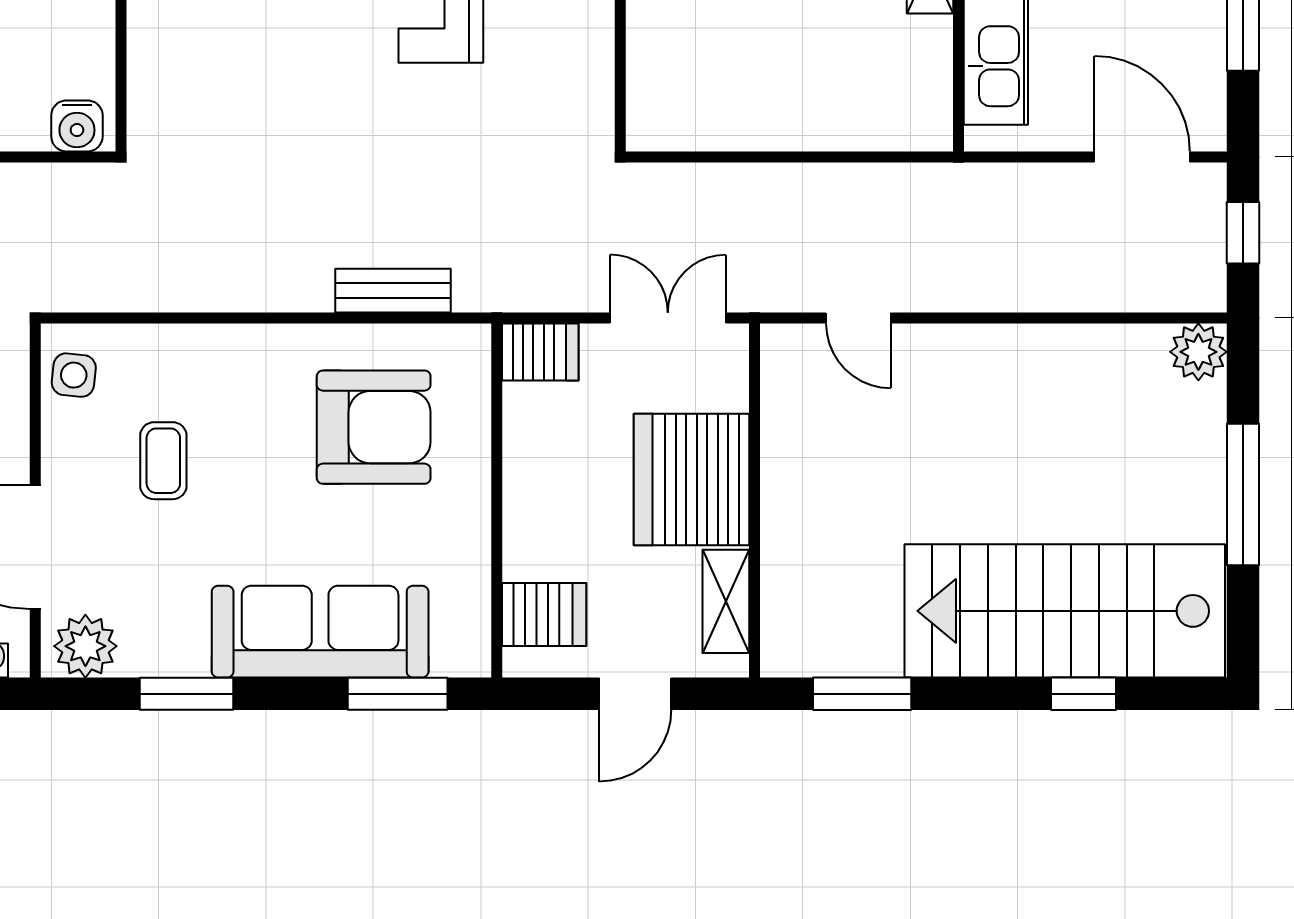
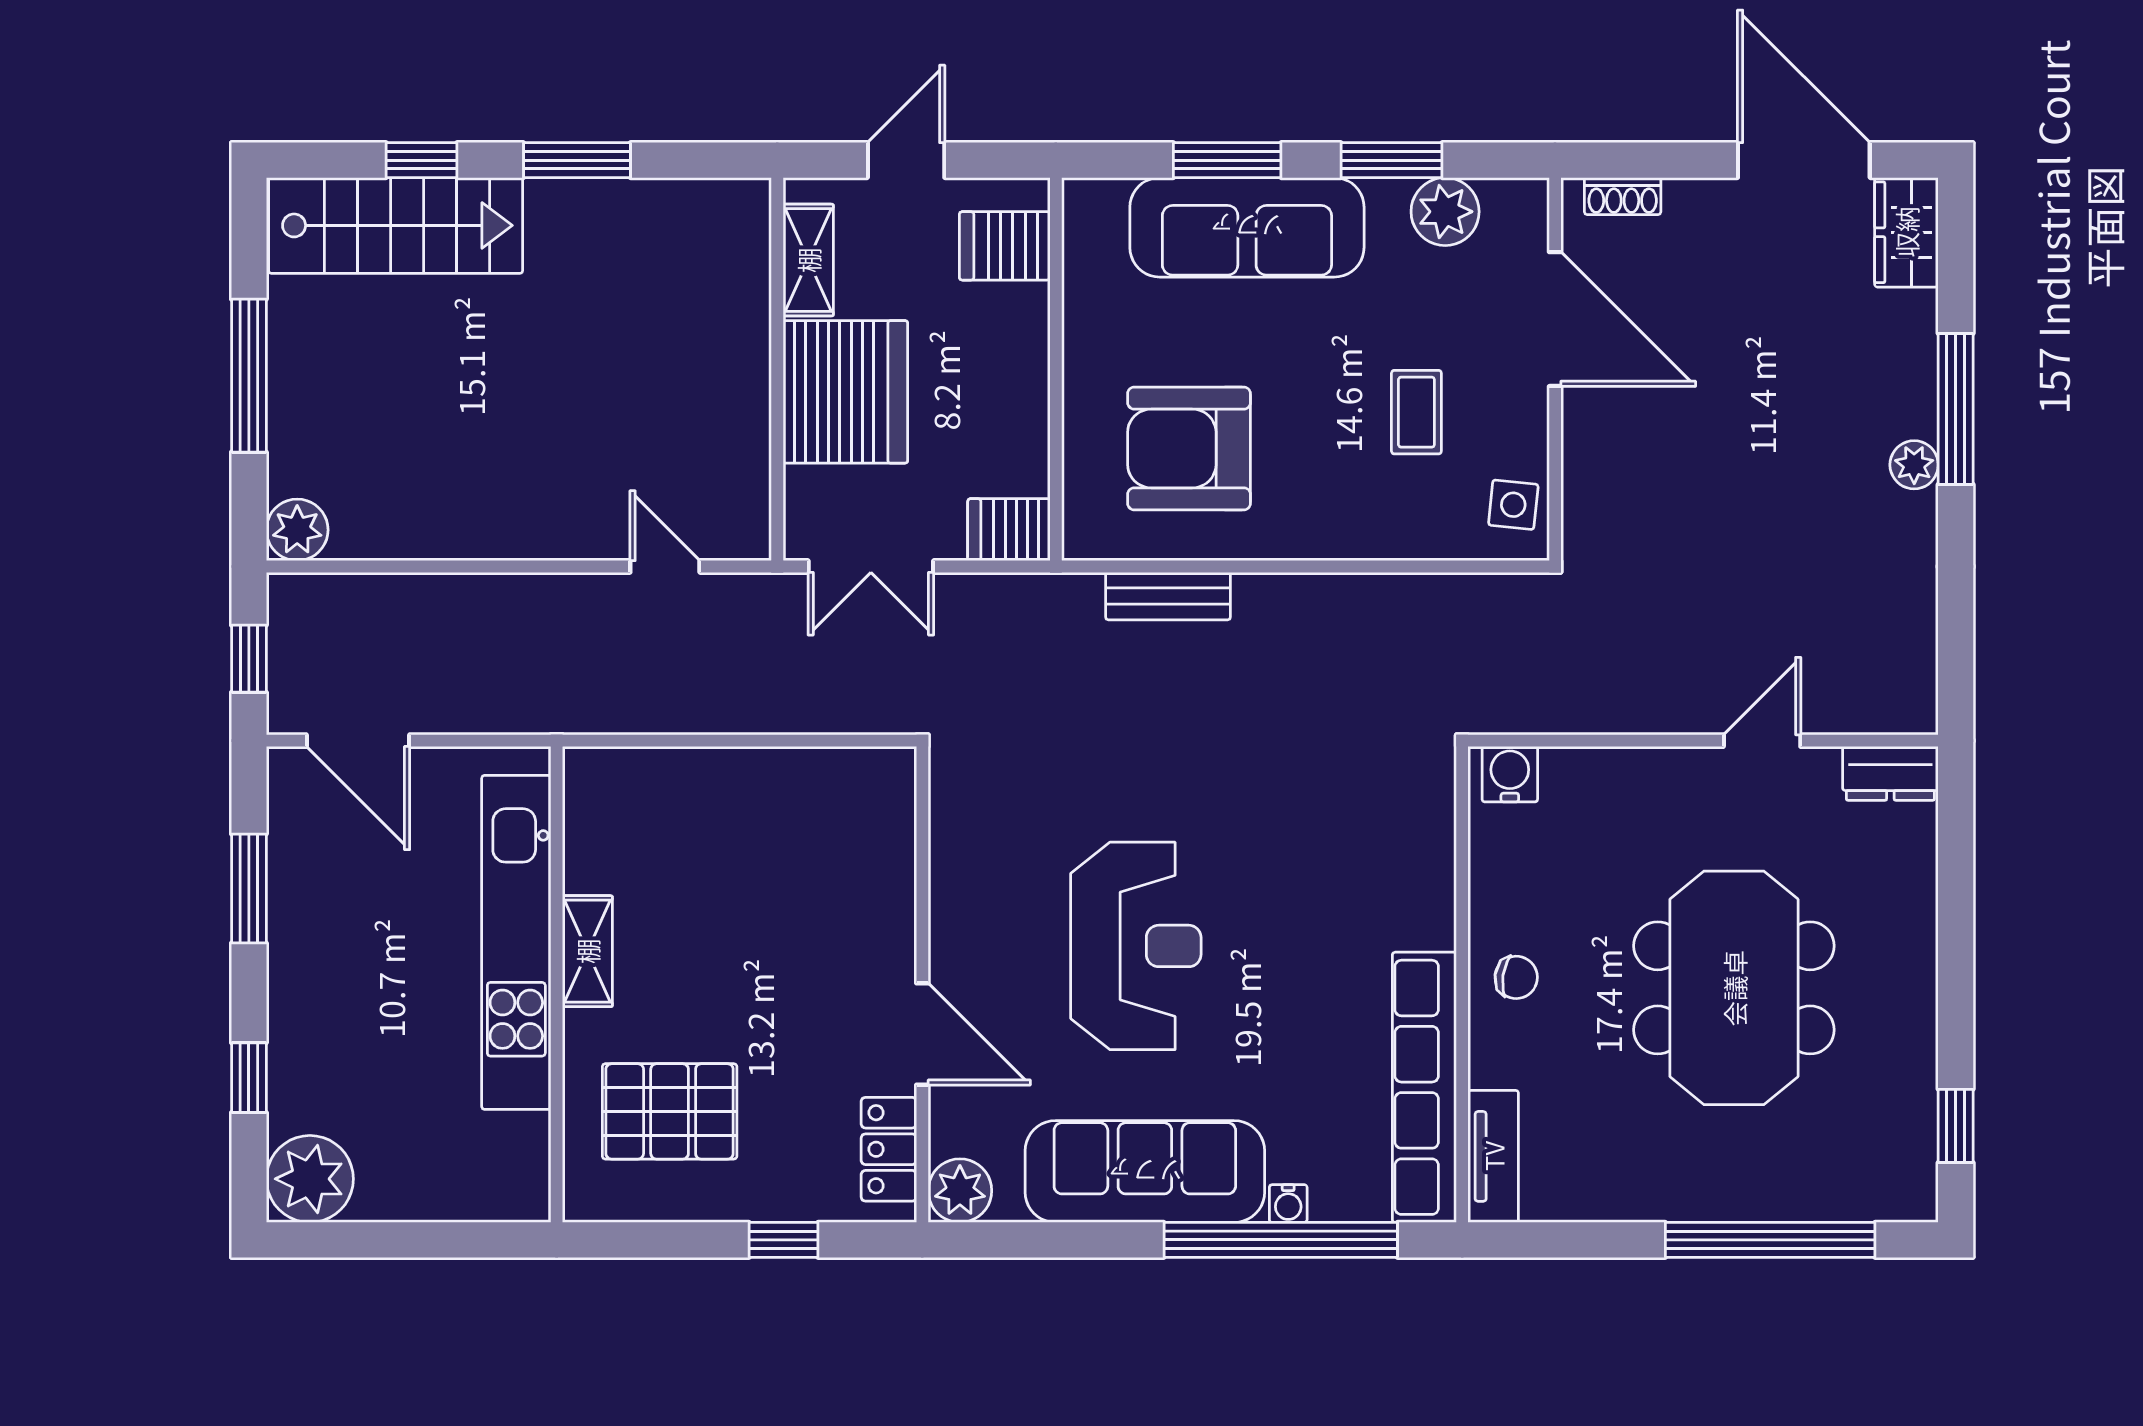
stairs: (1065, 611) -> (396, 225), width x0.73, depth x0.66
plant: (85, 646) -> (1445, 212), moved
window: (398, 694) -> (1227, 160), moved
window: (862, 694) -> (577, 160), moved

